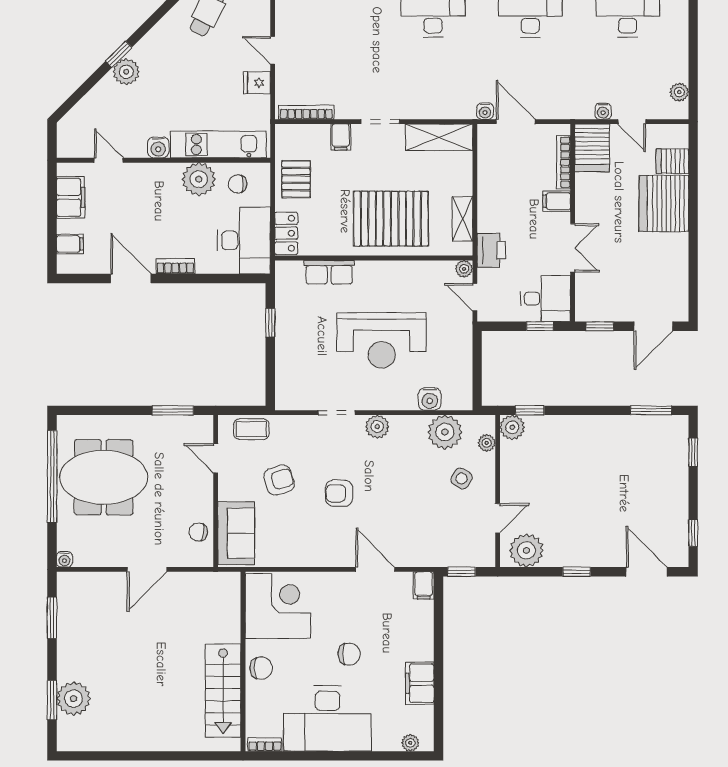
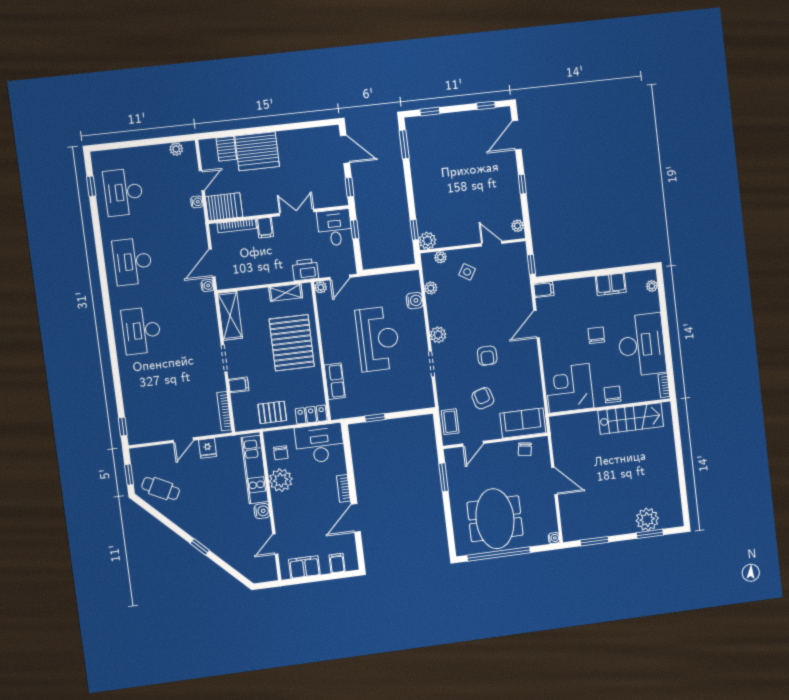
plant: (126, 72) -> (212, 540), removed
plant: (445, 432) -> (431, 288), width x0.53, depth x0.53
plant: (526, 550) -> (518, 226), width x0.53, depth x0.53

